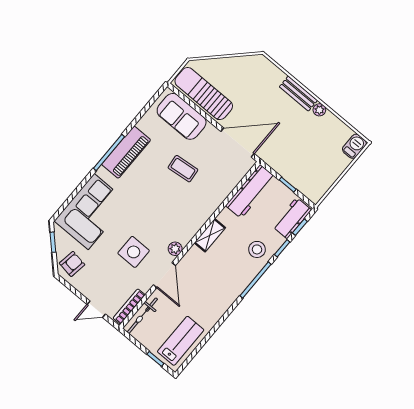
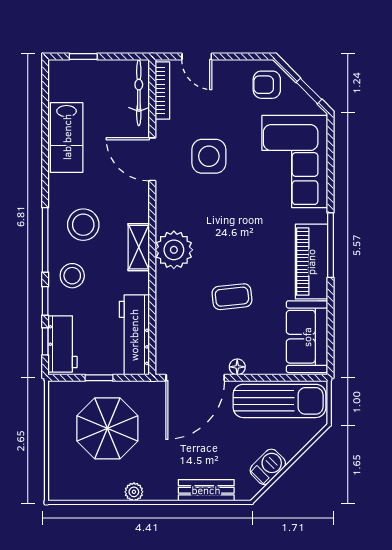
bench: (298, 94) -> (206, 490), moved
sofa: (182, 116) -> (307, 337), moved, turned -90
floor lamp: (211, 130) -> (237, 367), added
barbecue: (354, 146) -> (268, 467), moved, turned -135
parasol: (305, 155) -> (107, 428), added
plant: (175, 249) -> (174, 250), moved, width x1.87, depth x1.87
armchair: (72, 264) -> (267, 85), turned 81
stool: (229, 271) -> (83, 225), added
door: (96, 309) -> (197, 57), swing flipped
lab bench: (181, 341) -> (67, 137), moved

